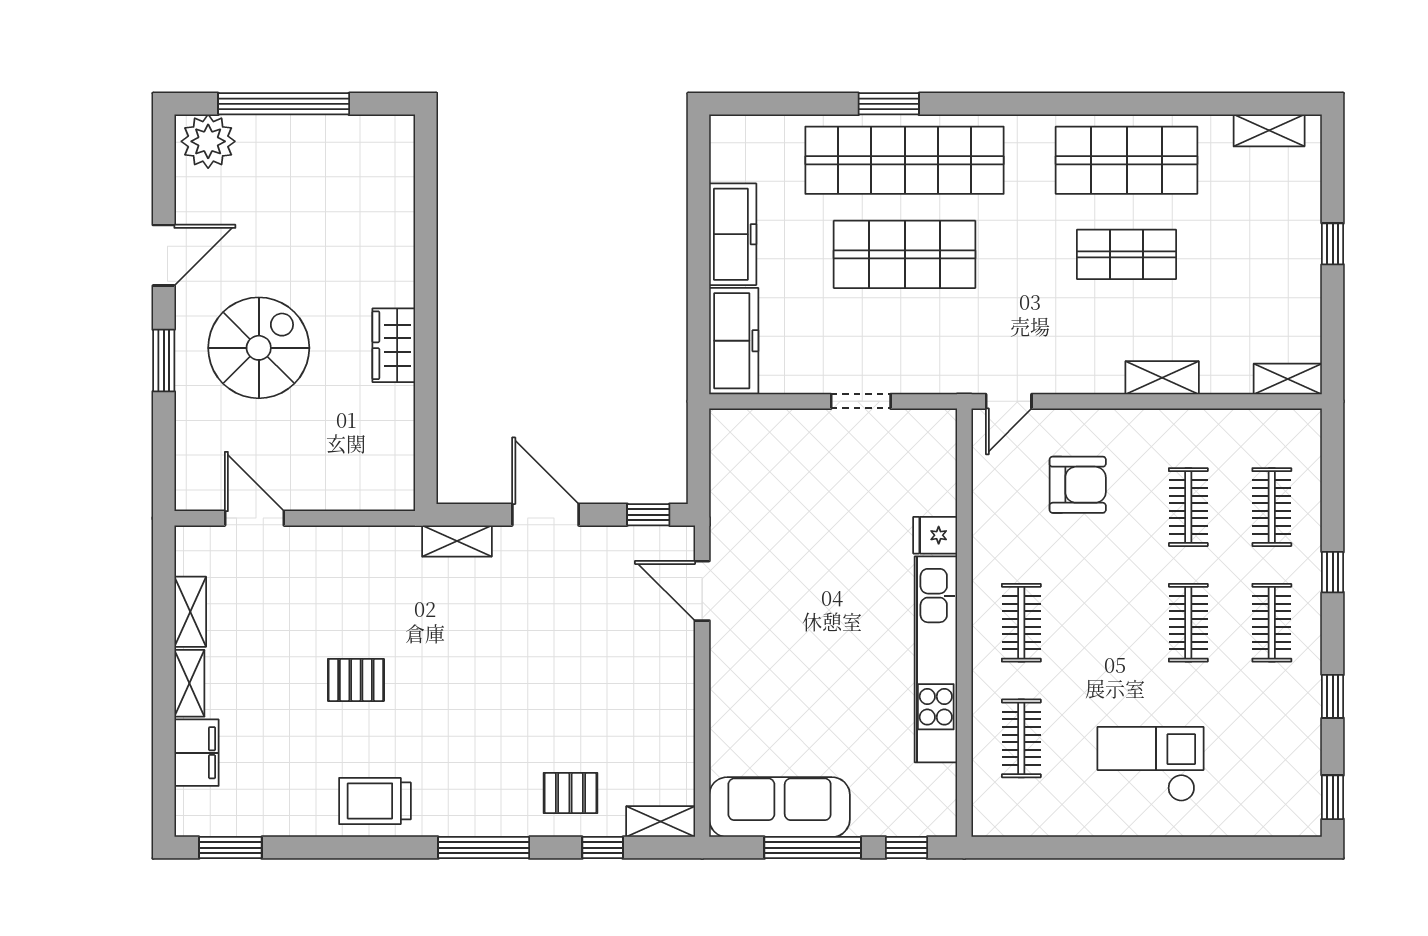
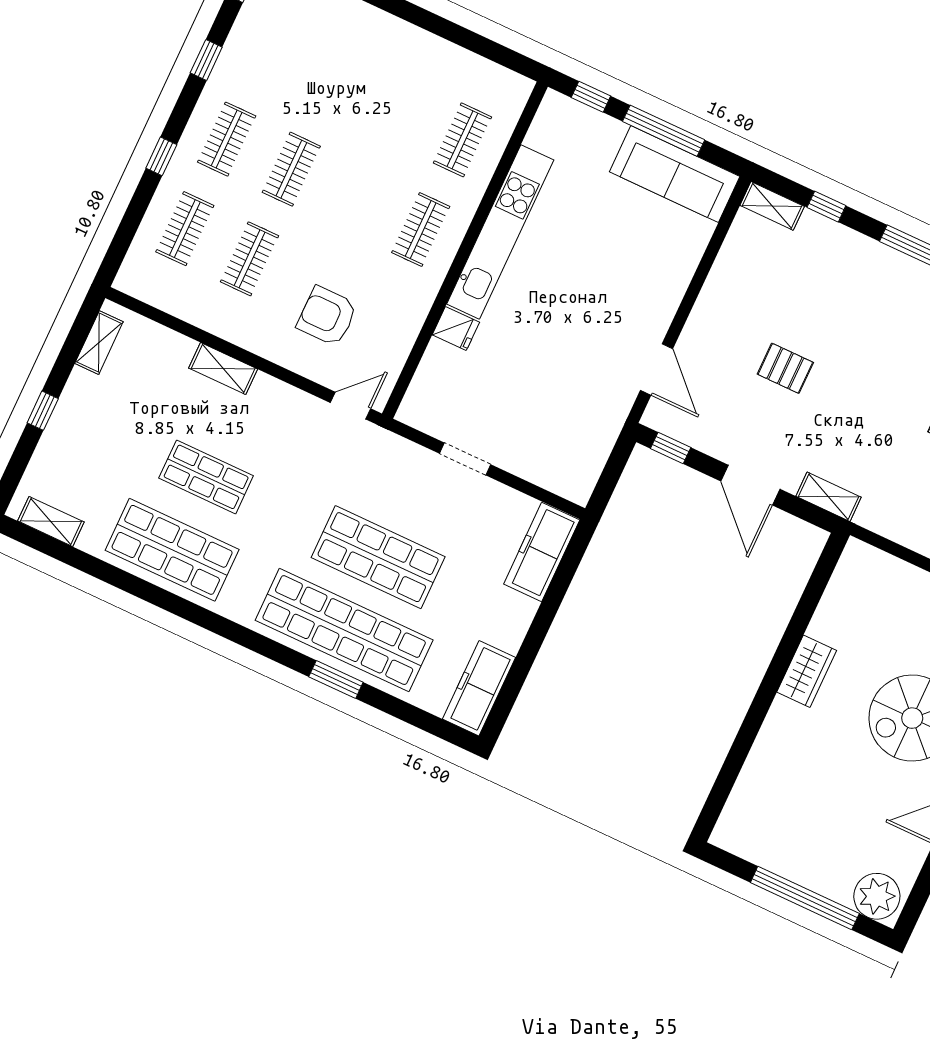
freezer: (733, 234) -> (479, 688), moved
shelving: (1288, 379) -> (99, 343), moved, turned 90
checkout: (1151, 764) -> (372, 73), removed
pallet: (570, 793) -> (785, 368), moved

